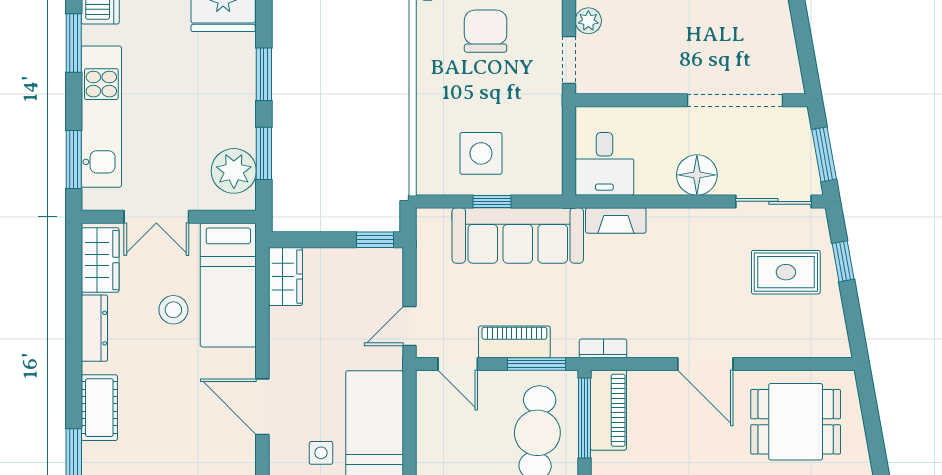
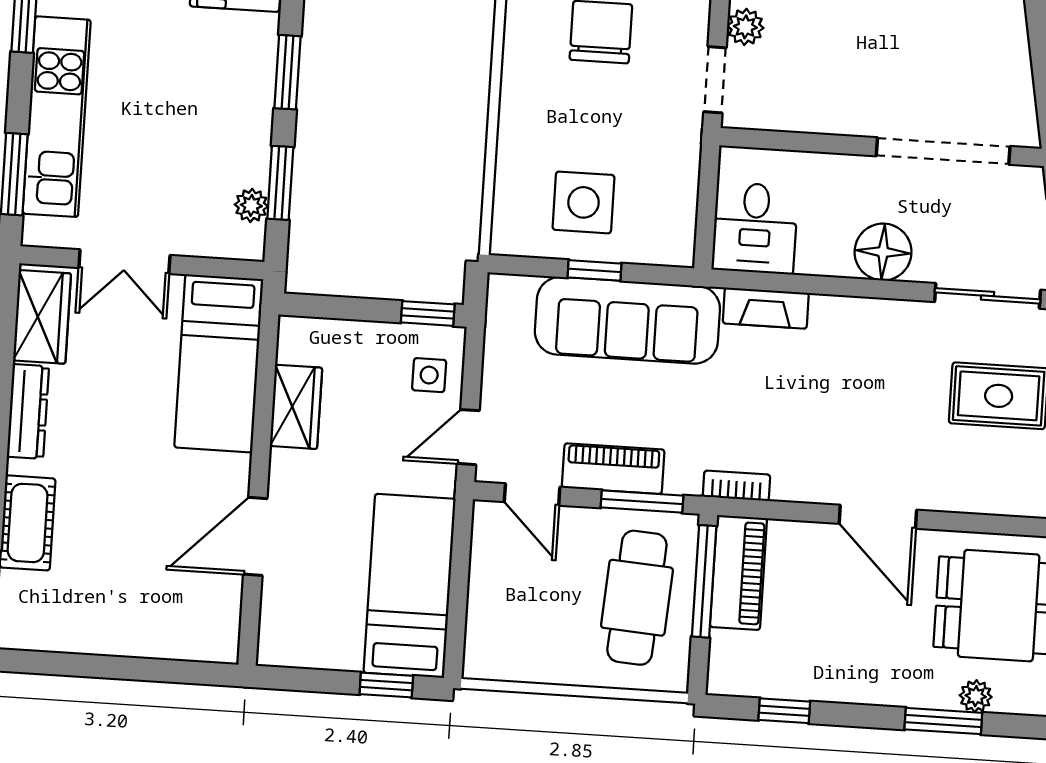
plant: (234, 171) -> (251, 205), width x0.53, depth x0.53
wardrobe: (285, 277) -> (296, 407), moved
stool: (173, 310) -> (140, 393), removed
door: (262, 407) -> (255, 536), hinge flipped
side table: (321, 453) -> (429, 375), moved

